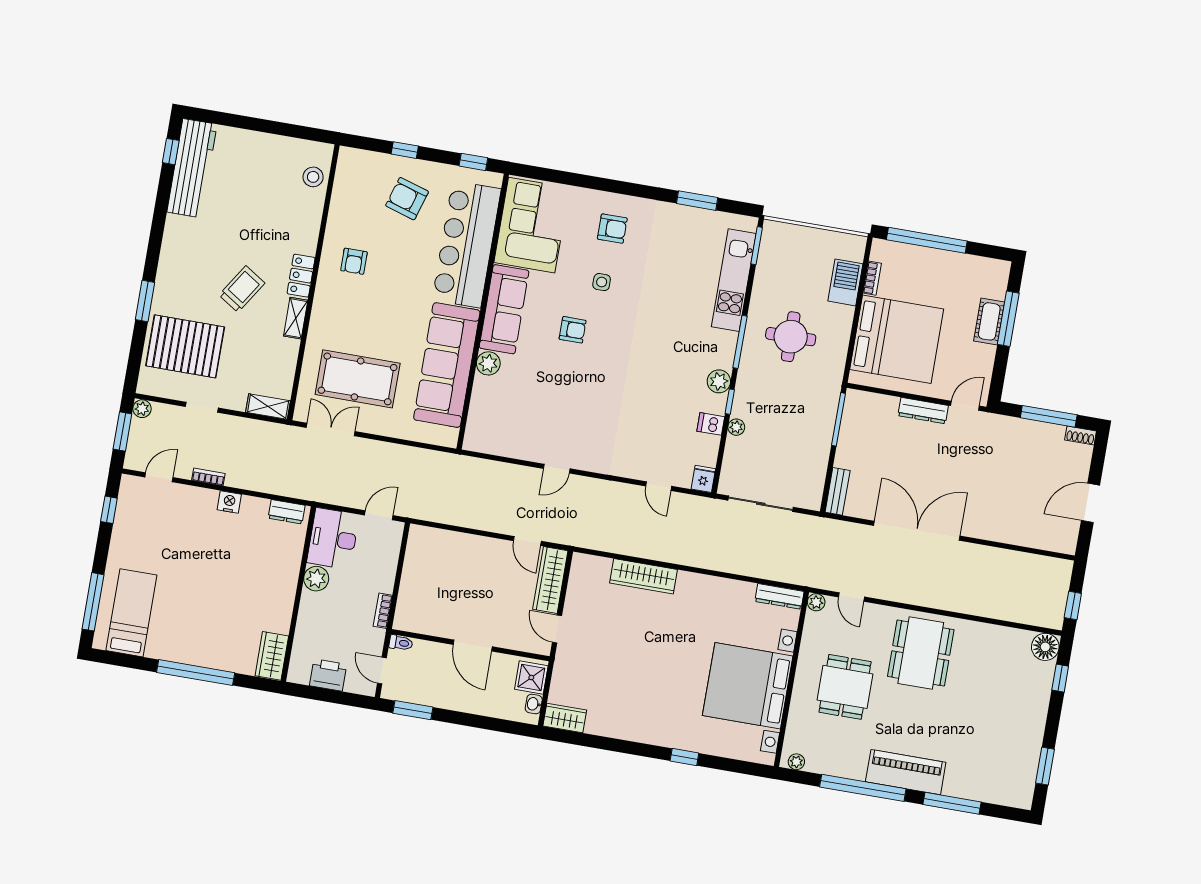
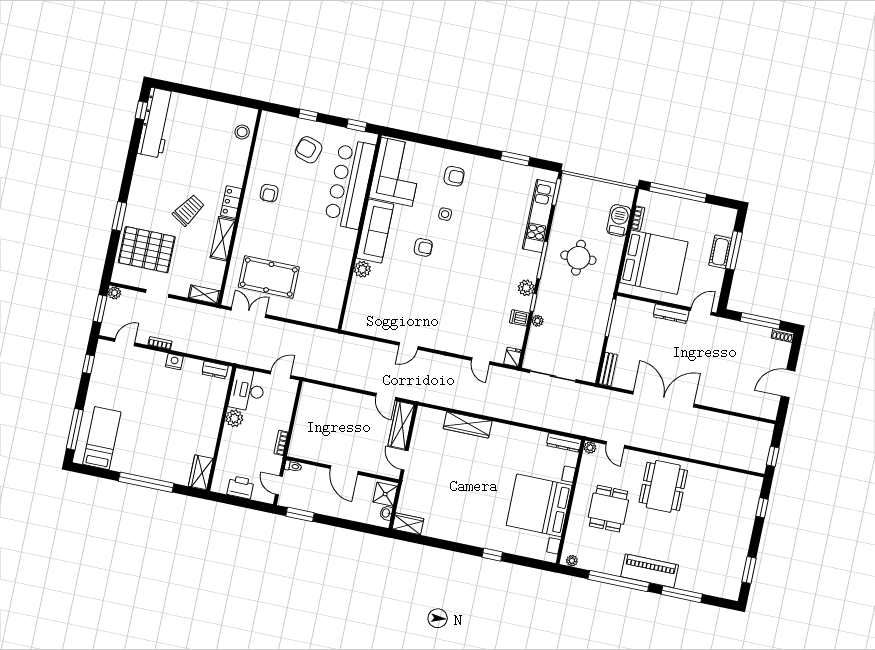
shelving: (296, 318) -> (223, 239), width x1.50, depth x1.33
sofa: (447, 365) -> (333, 269), removed
floor lamp: (1045, 647) -> (752, 485), removed

